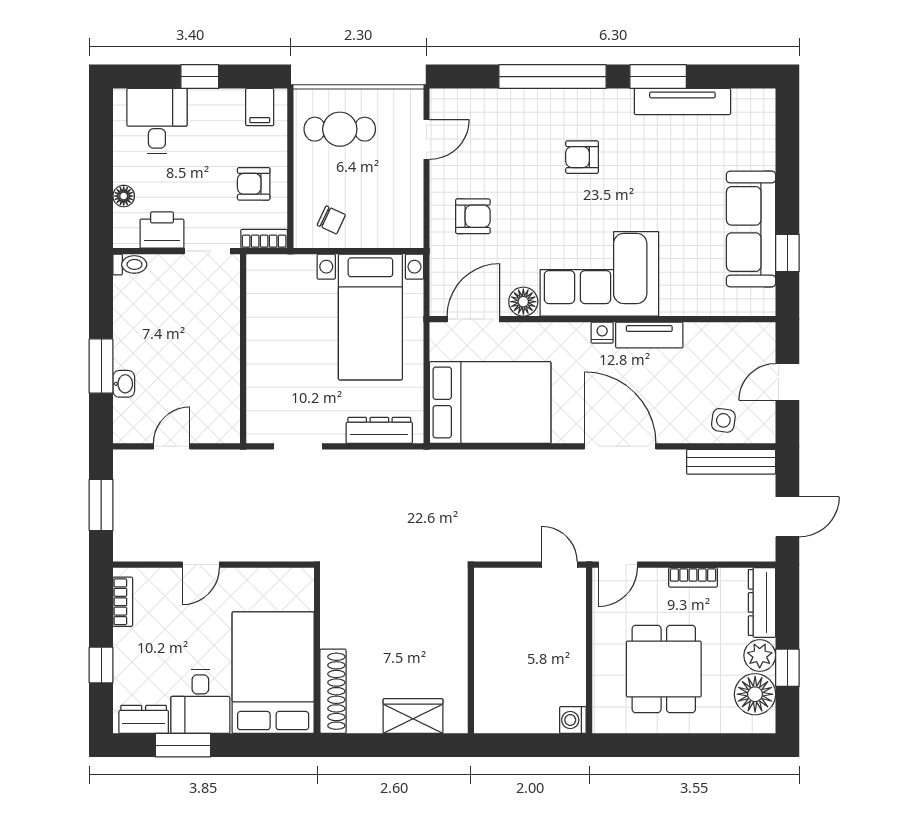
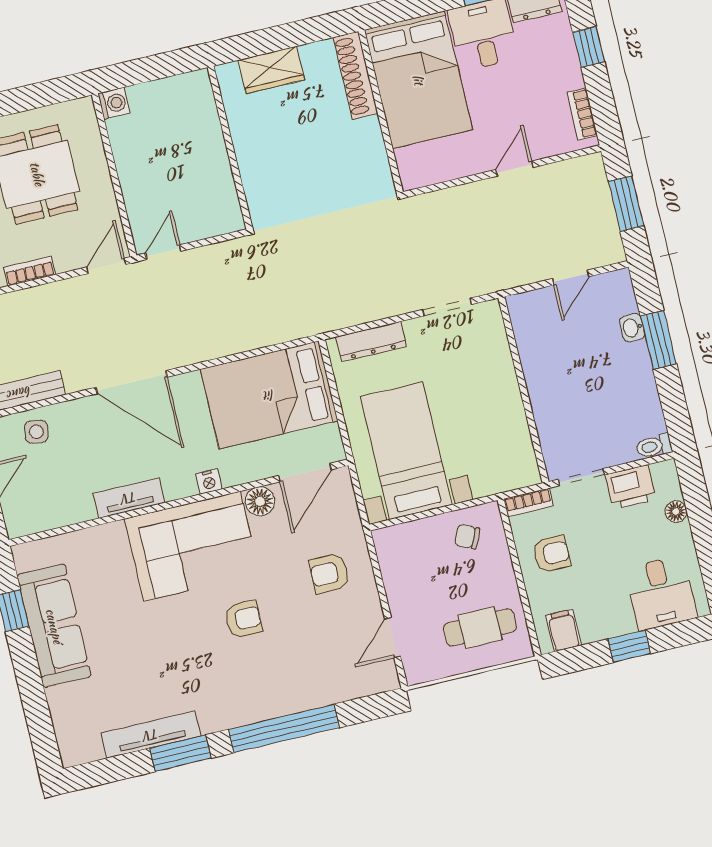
armchair: (582, 157) -> (243, 619), moved
nightstand: (602, 333) -> (209, 481), moved
door: (559, 565) -> (163, 252), swing flipped

